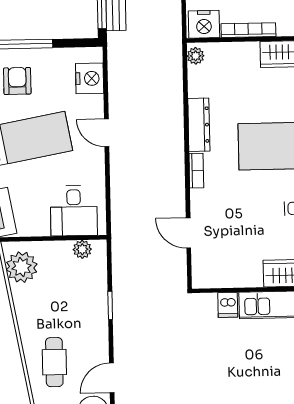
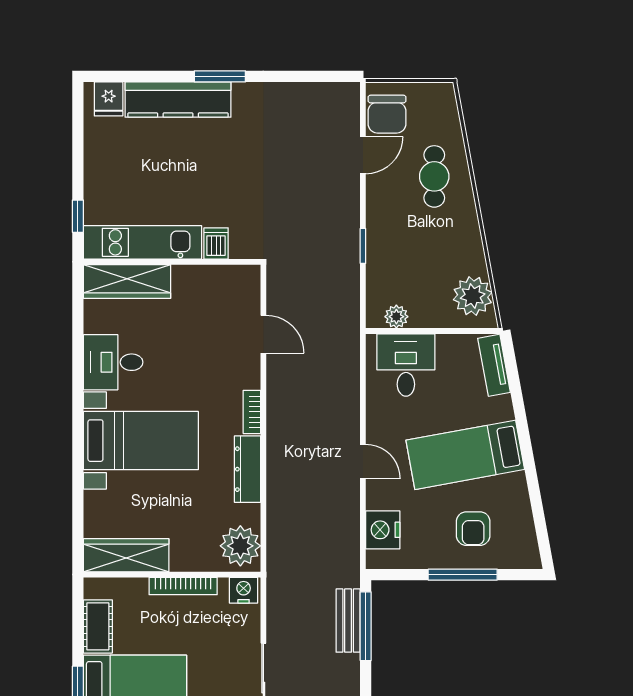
nightstand: (204, 24) -> (244, 590), width x0.74, depth x0.75
plant: (196, 56) -> (240, 546), width x1.87, depth x1.87

